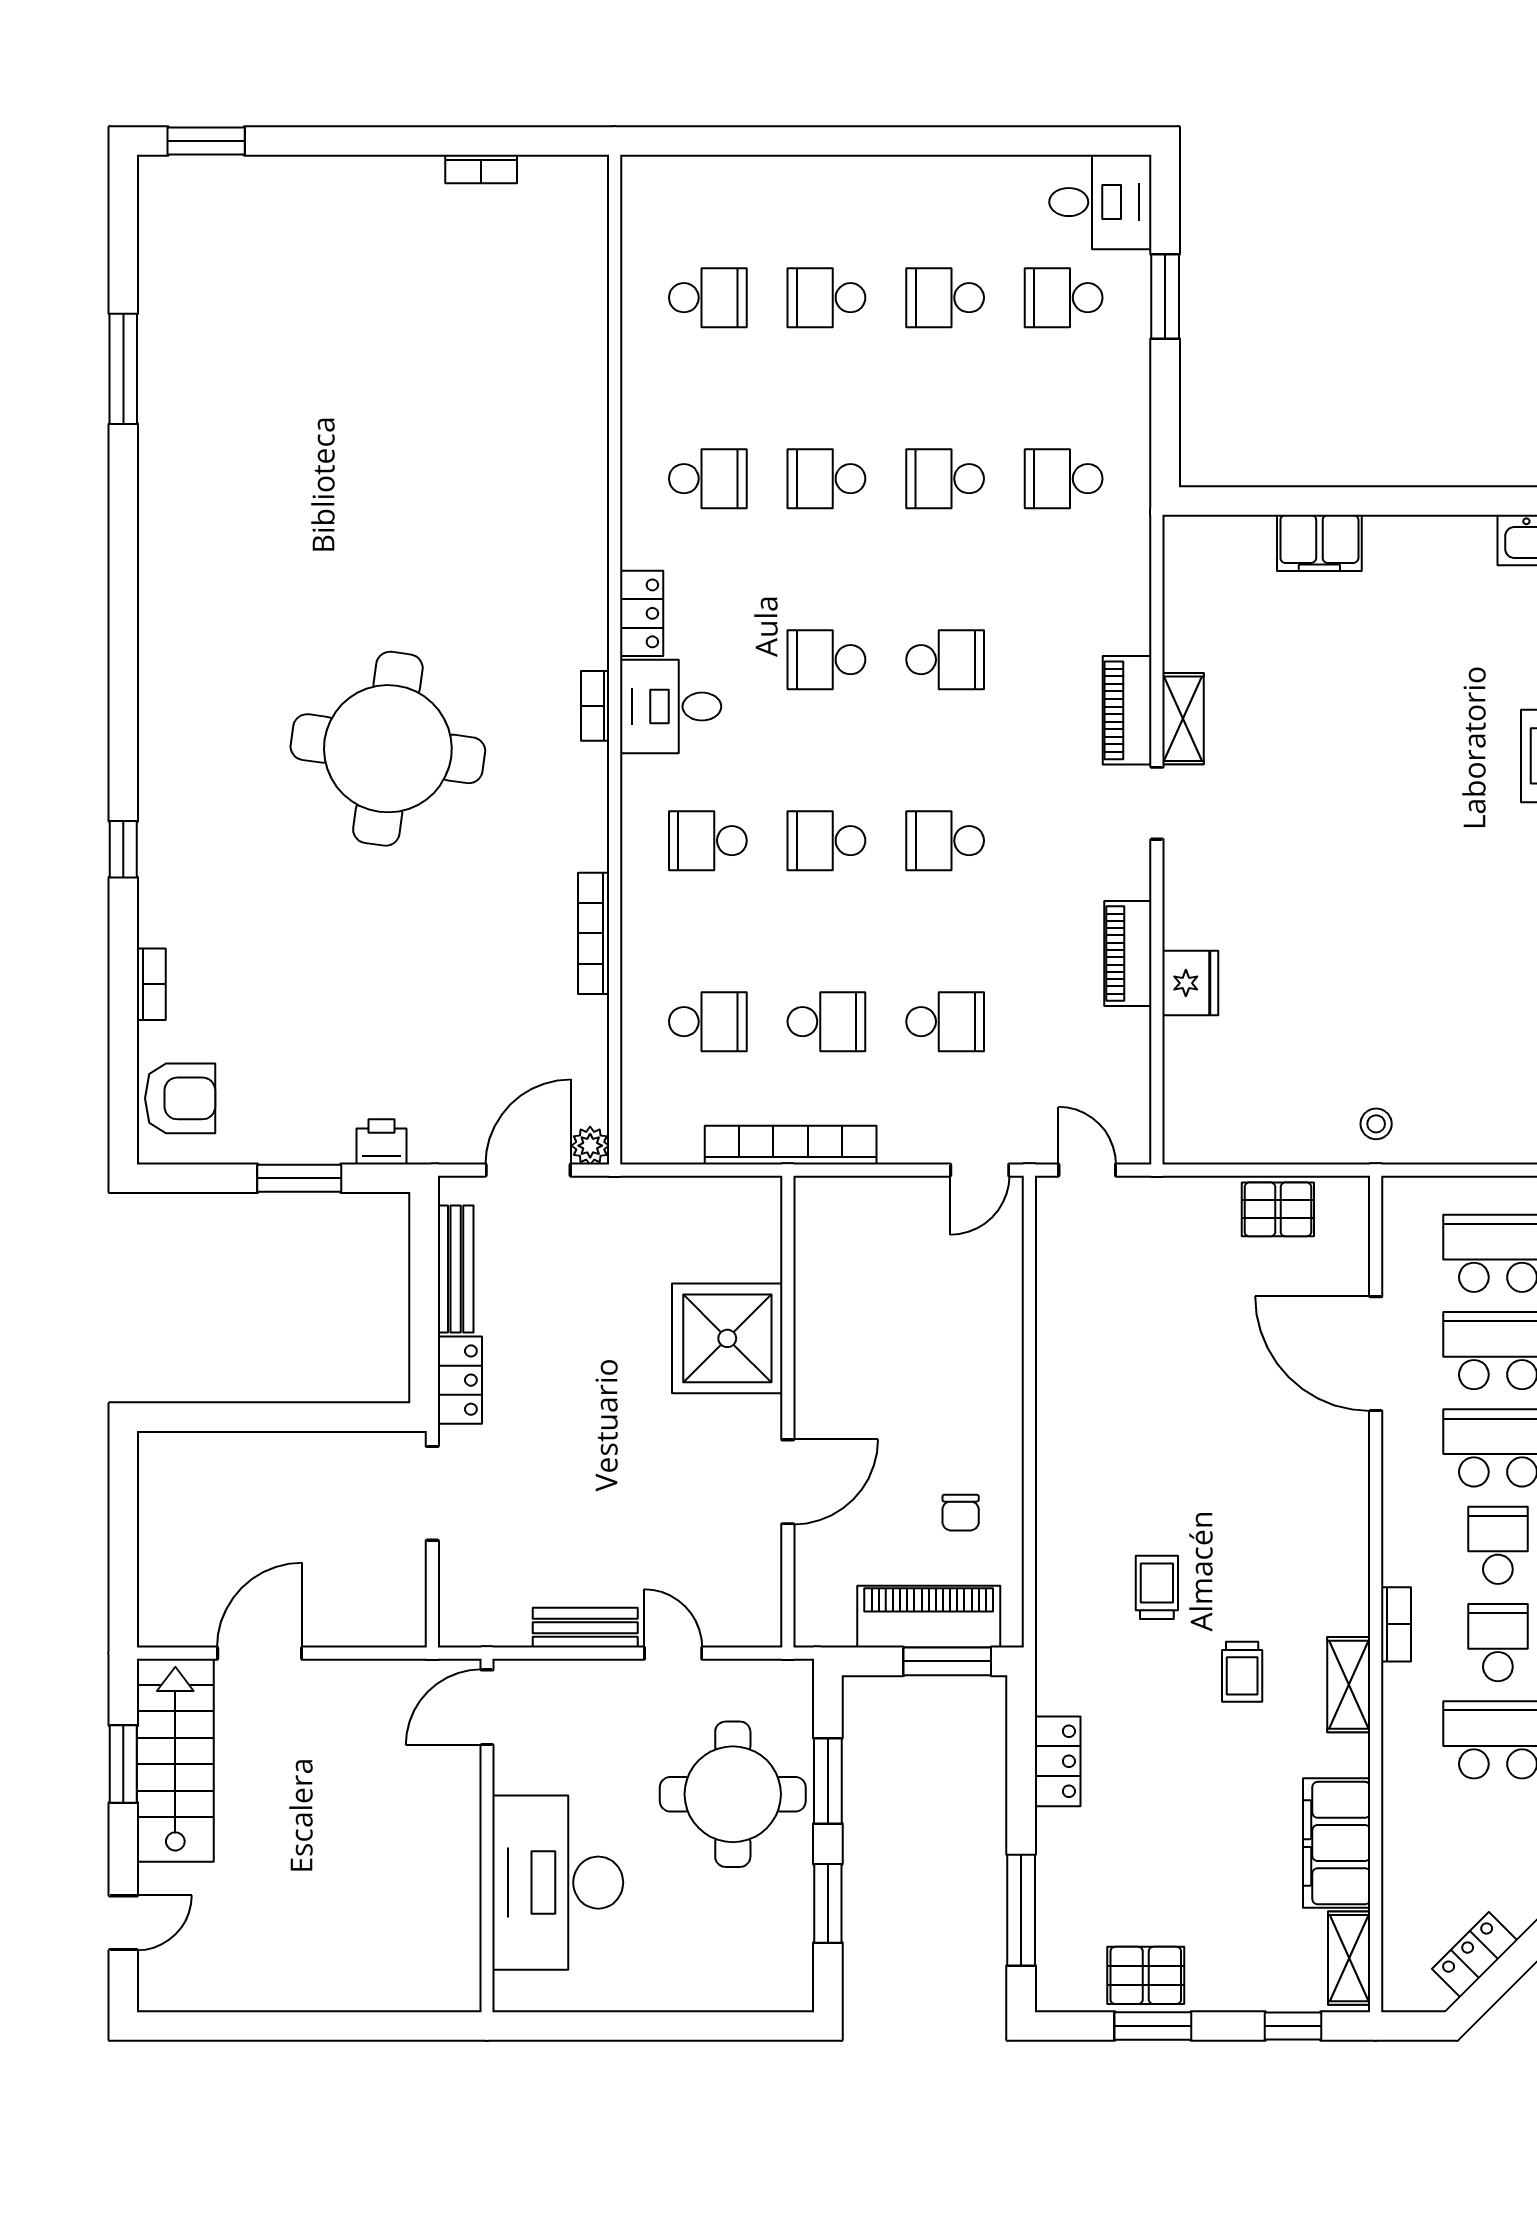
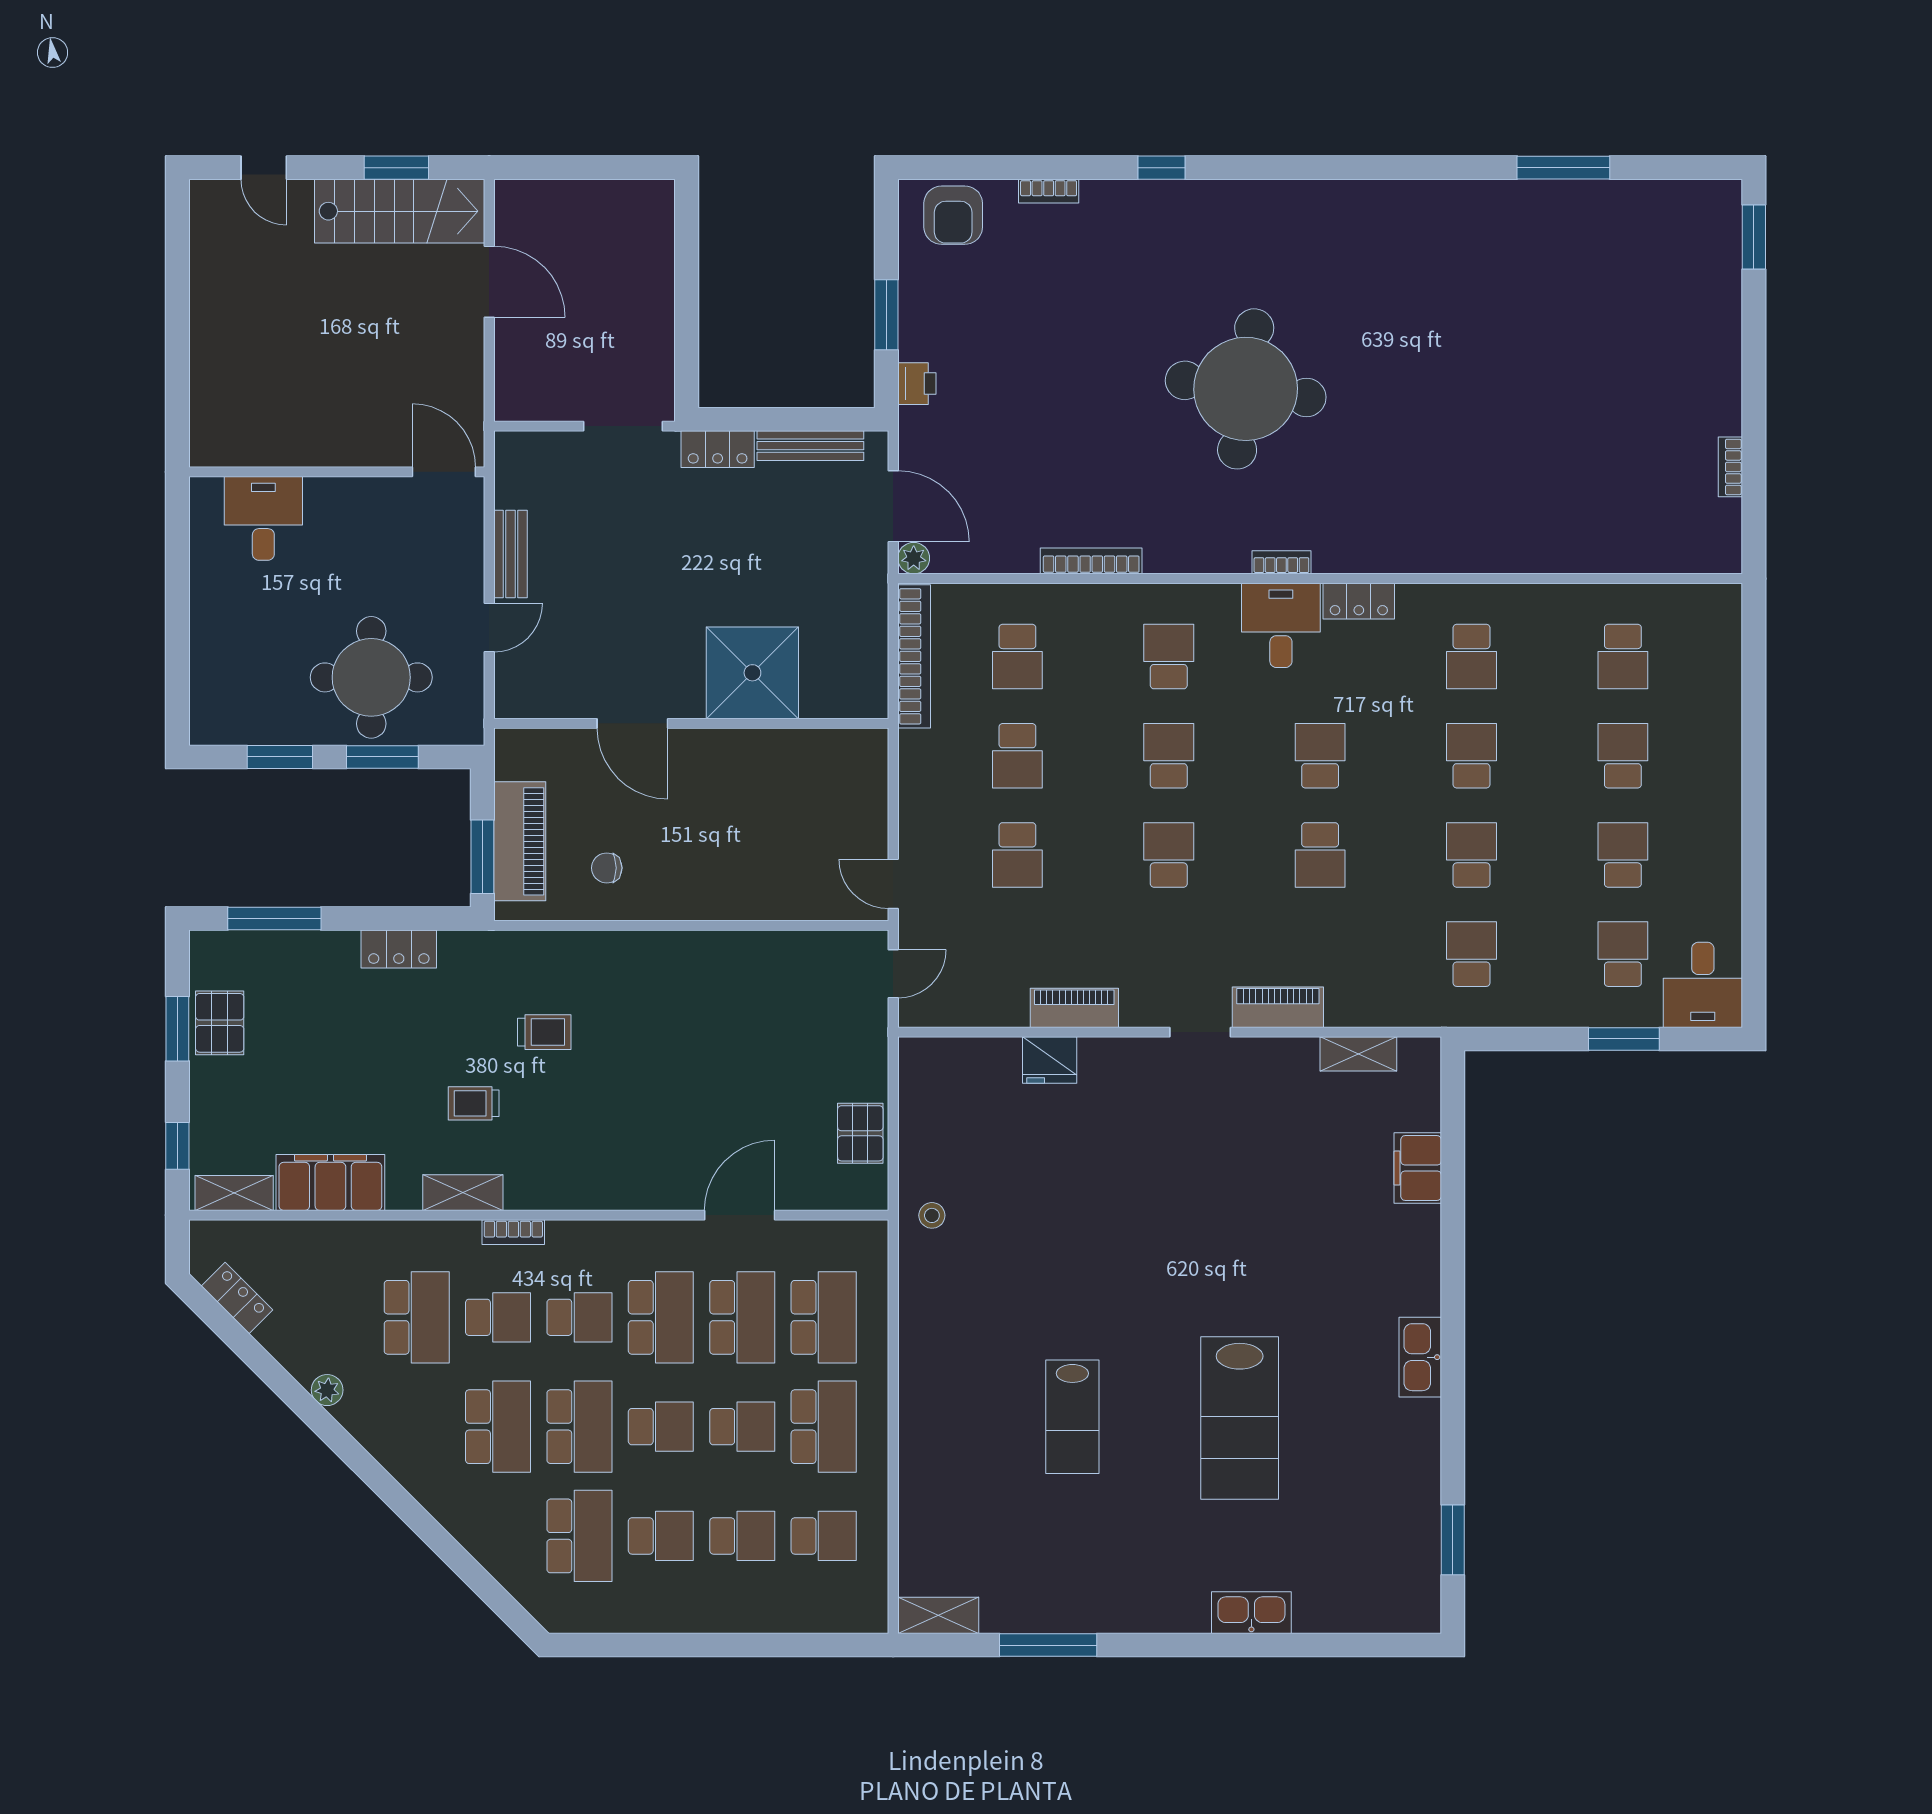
shelving: (1183, 719) -> (1358, 1054), moved
bookcase: (791, 1145) -> (914, 656), moved
door: (1376, 1354) -> (740, 1215), width x0.73
desk: (558, 1883) -> (263, 518), width x0.53, depth x0.77

